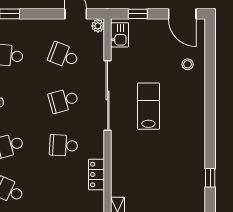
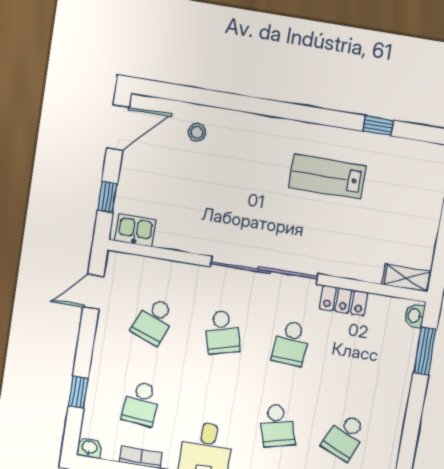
plant: (98, 26) -> (117, 261), removed
sliding door: (108, 96) -> (264, 270), moved
lab bench: (148, 106) -> (328, 177), moved

